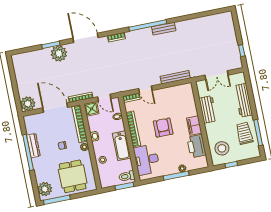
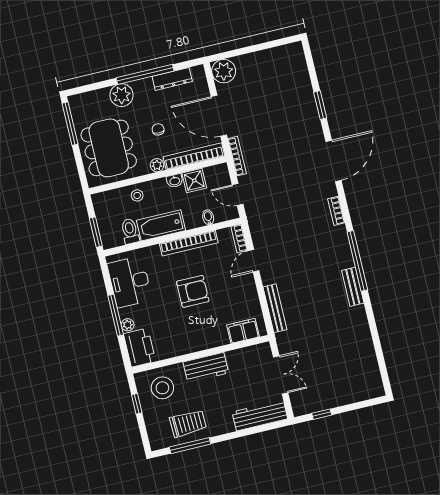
plant: (59, 53) -> (307, 119), removed
double door: (217, 75) -> (281, 375), swing flipped
door: (104, 98) -> (238, 194), hinge flipped
workbench: (243, 100) -> (260, 415), moved
door: (55, 108) -> (219, 116), swing flipped
shower: (92, 109) -> (194, 180), moved
workbench: (208, 109) -> (206, 367), moved
filing cabinet: (194, 126) -> (243, 331), moved
dresser: (33, 146) -> (172, 79), moved
printer: (197, 146) -> (140, 348), moved, turned 90
desk: (147, 160) -> (130, 282), moved, turned -90
dining table: (73, 176) -> (109, 148), width x1.38
toilet: (127, 176) -> (130, 231), moved
plant: (45, 189) -> (122, 95), moved

